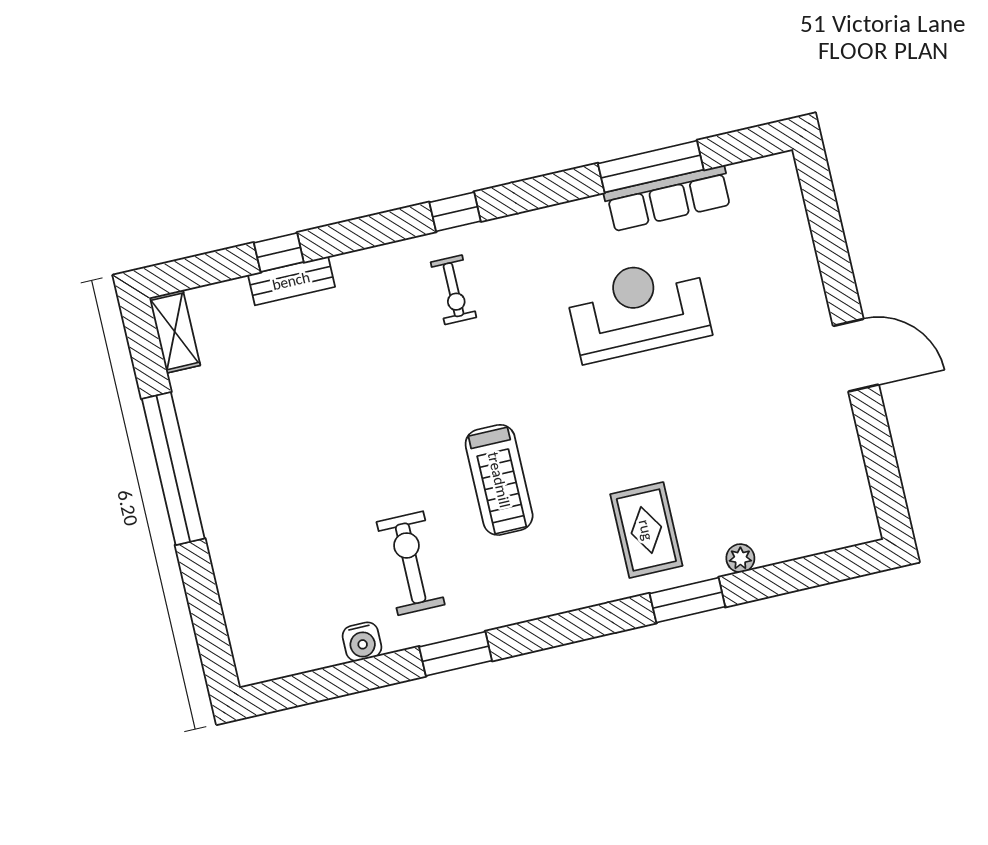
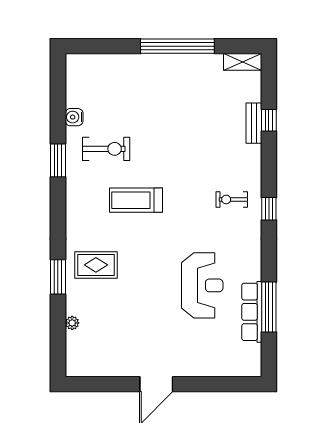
plant: (740, 558) -> (72, 323), moved

